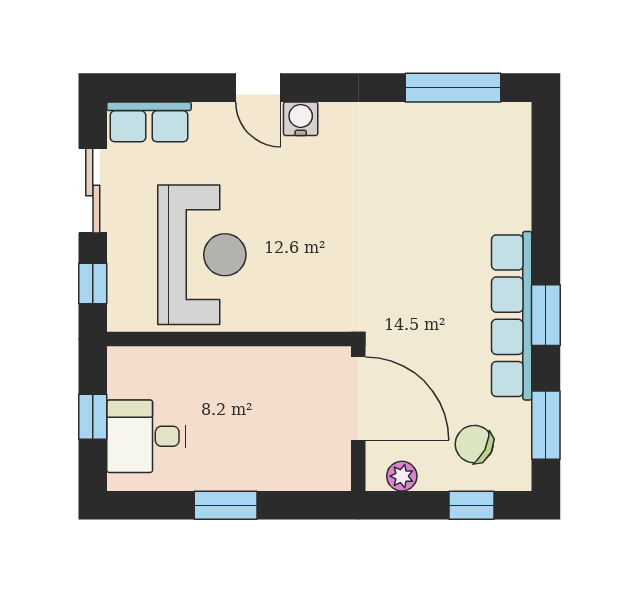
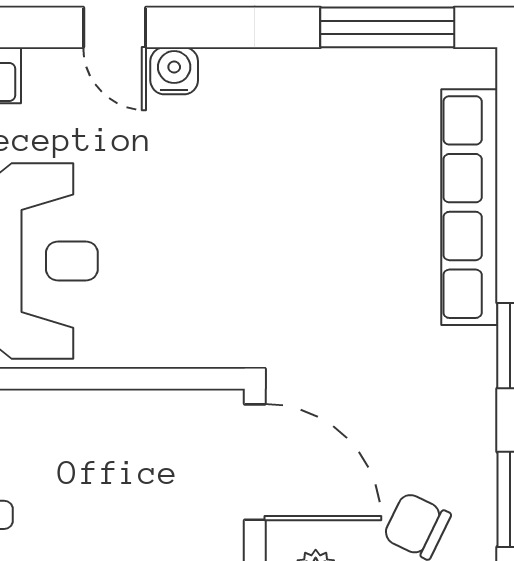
row of seats: (512, 316) -> (469, 207), moved

